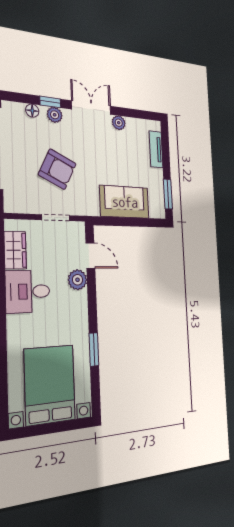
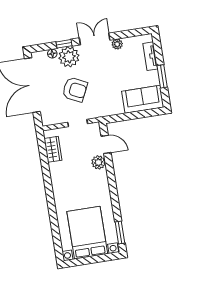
plant: (55, 115) -> (69, 57), width x1.87, depth x1.87
window: (168, 194) -> (162, 76), moved
sofa: (125, 202) -> (143, 99), moved
desk: (28, 291) -> (65, 175), removed
window: (94, 349) -> (120, 232), moved

